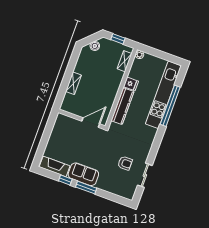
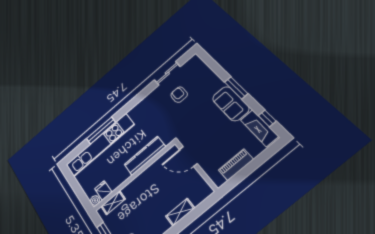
fridge: (131, 84) -> (103, 190), moved
window: (170, 106) -> (101, 131), width x0.68
piano: (56, 134) -> (236, 165), added
window: (65, 180) -> (267, 118), moved

